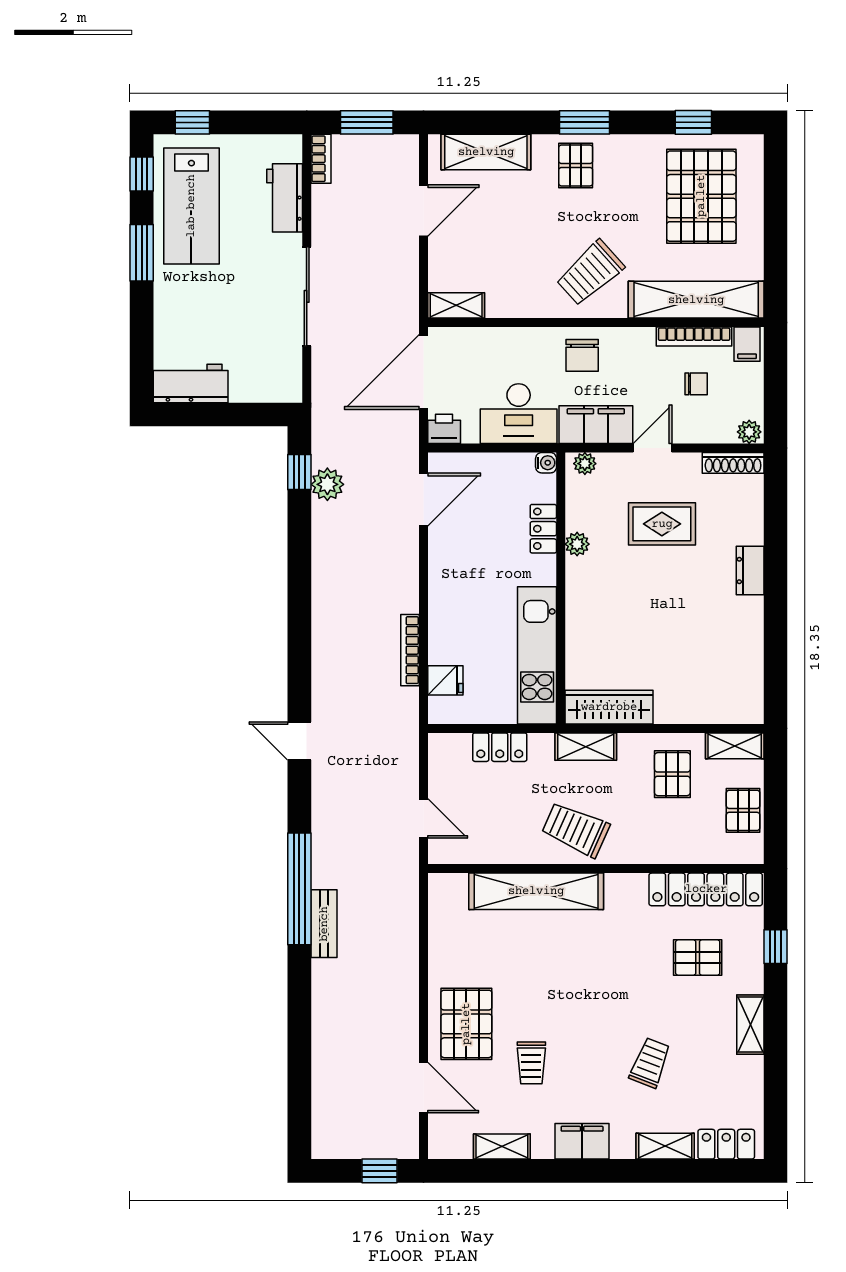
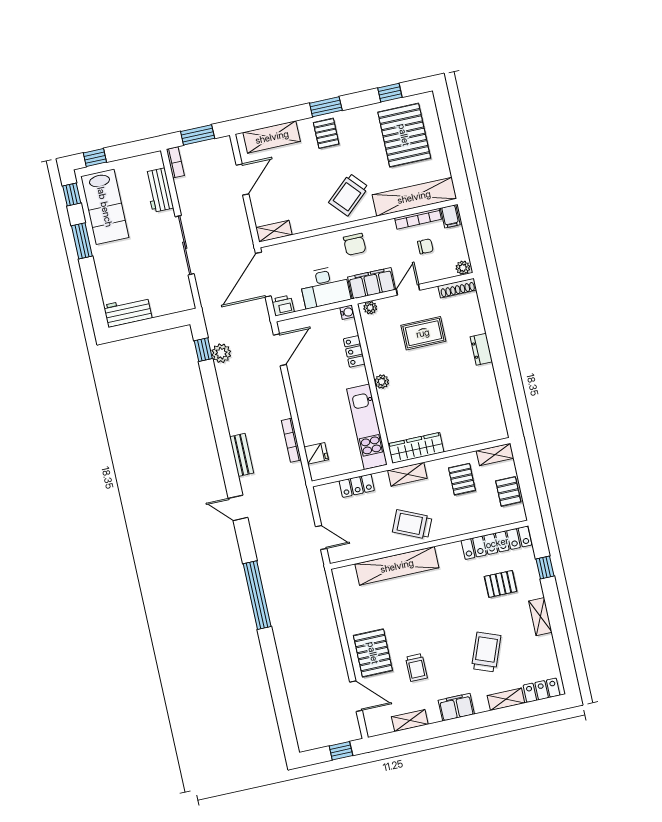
plant: (577, 544) -> (382, 382), moved
bench: (324, 924) -> (242, 455), moved
trolley: (650, 1063) -> (486, 652), width x1.36, depth x1.39

